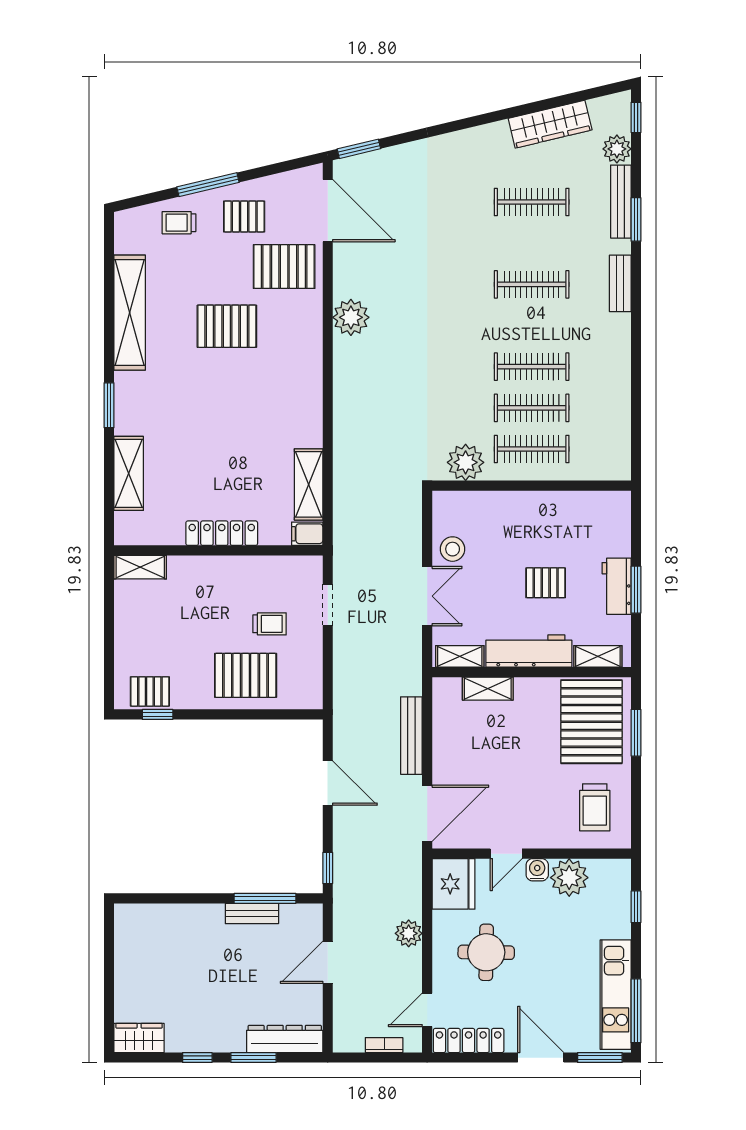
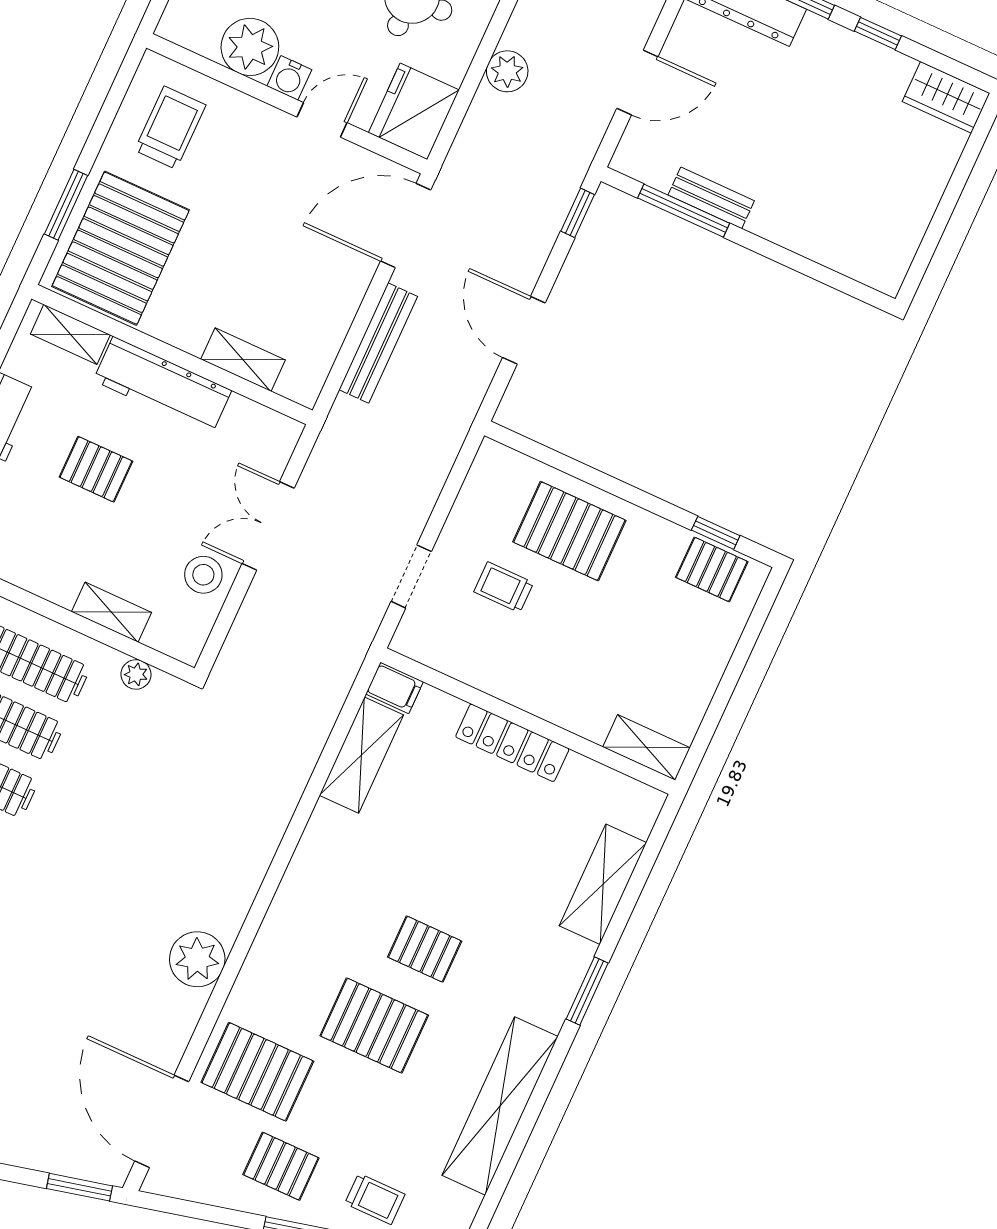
pallet: (218, 386) -> (425, 949), added
plant: (466, 462) -> (136, 674), width x0.53, depth x0.53
shelving: (460, 656) -> (112, 612), moved

